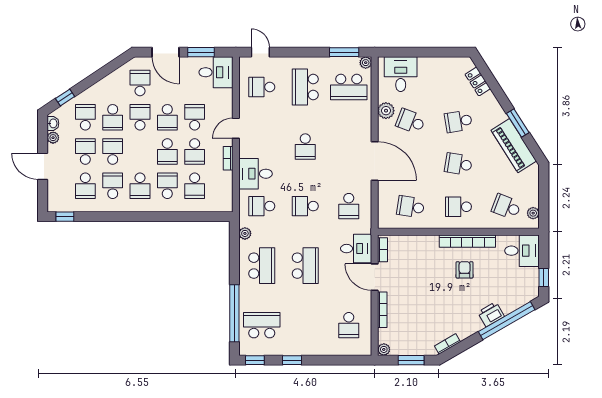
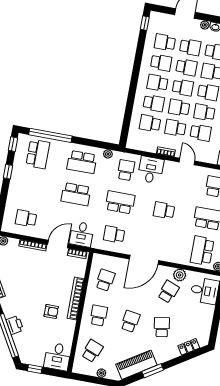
school desk: (140, 152) -> (183, 87), added
school desk: (305, 206) -> (120, 202), width x1.85
plant: (533, 213) -> (101, 373), moved
bookcase: (467, 241) -> (76, 299), moved

